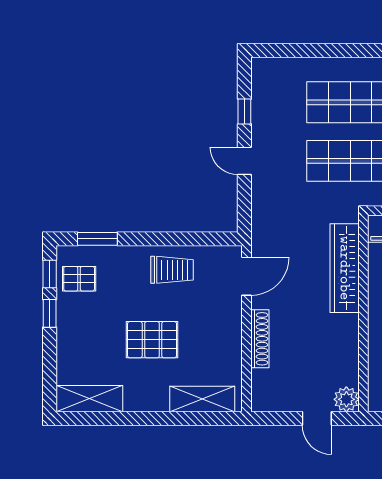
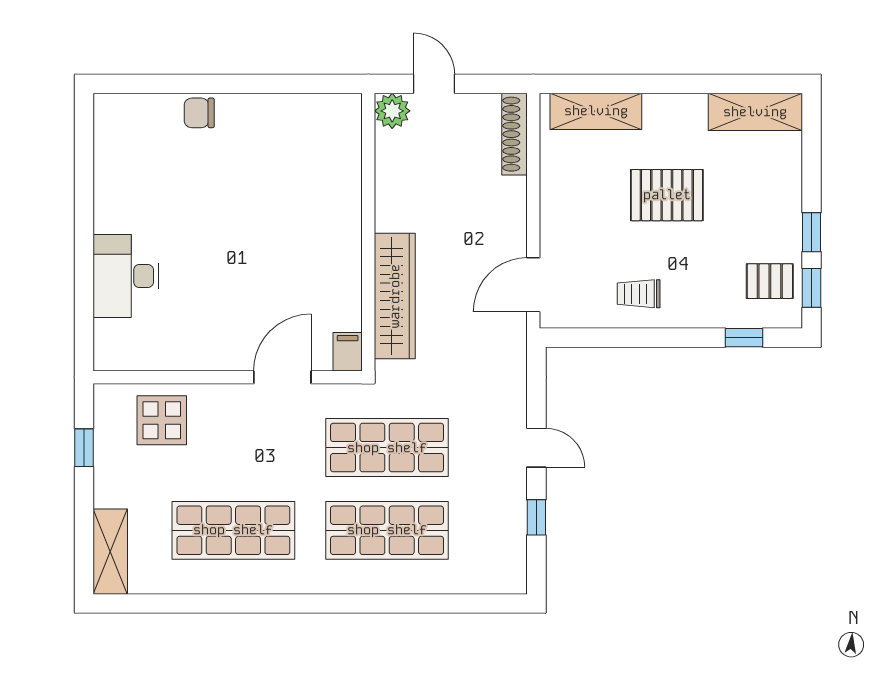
window: (97, 239) -> (744, 338), width x0.67
trolley: (172, 270) -> (639, 294), width x0.73, depth x0.72
shoe rack: (260, 339) -> (515, 134), moved

